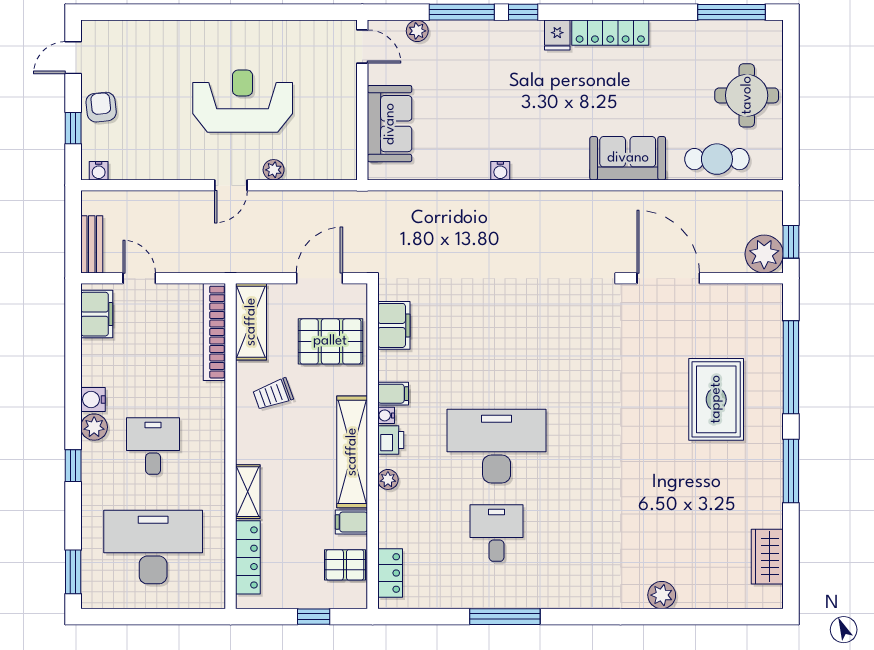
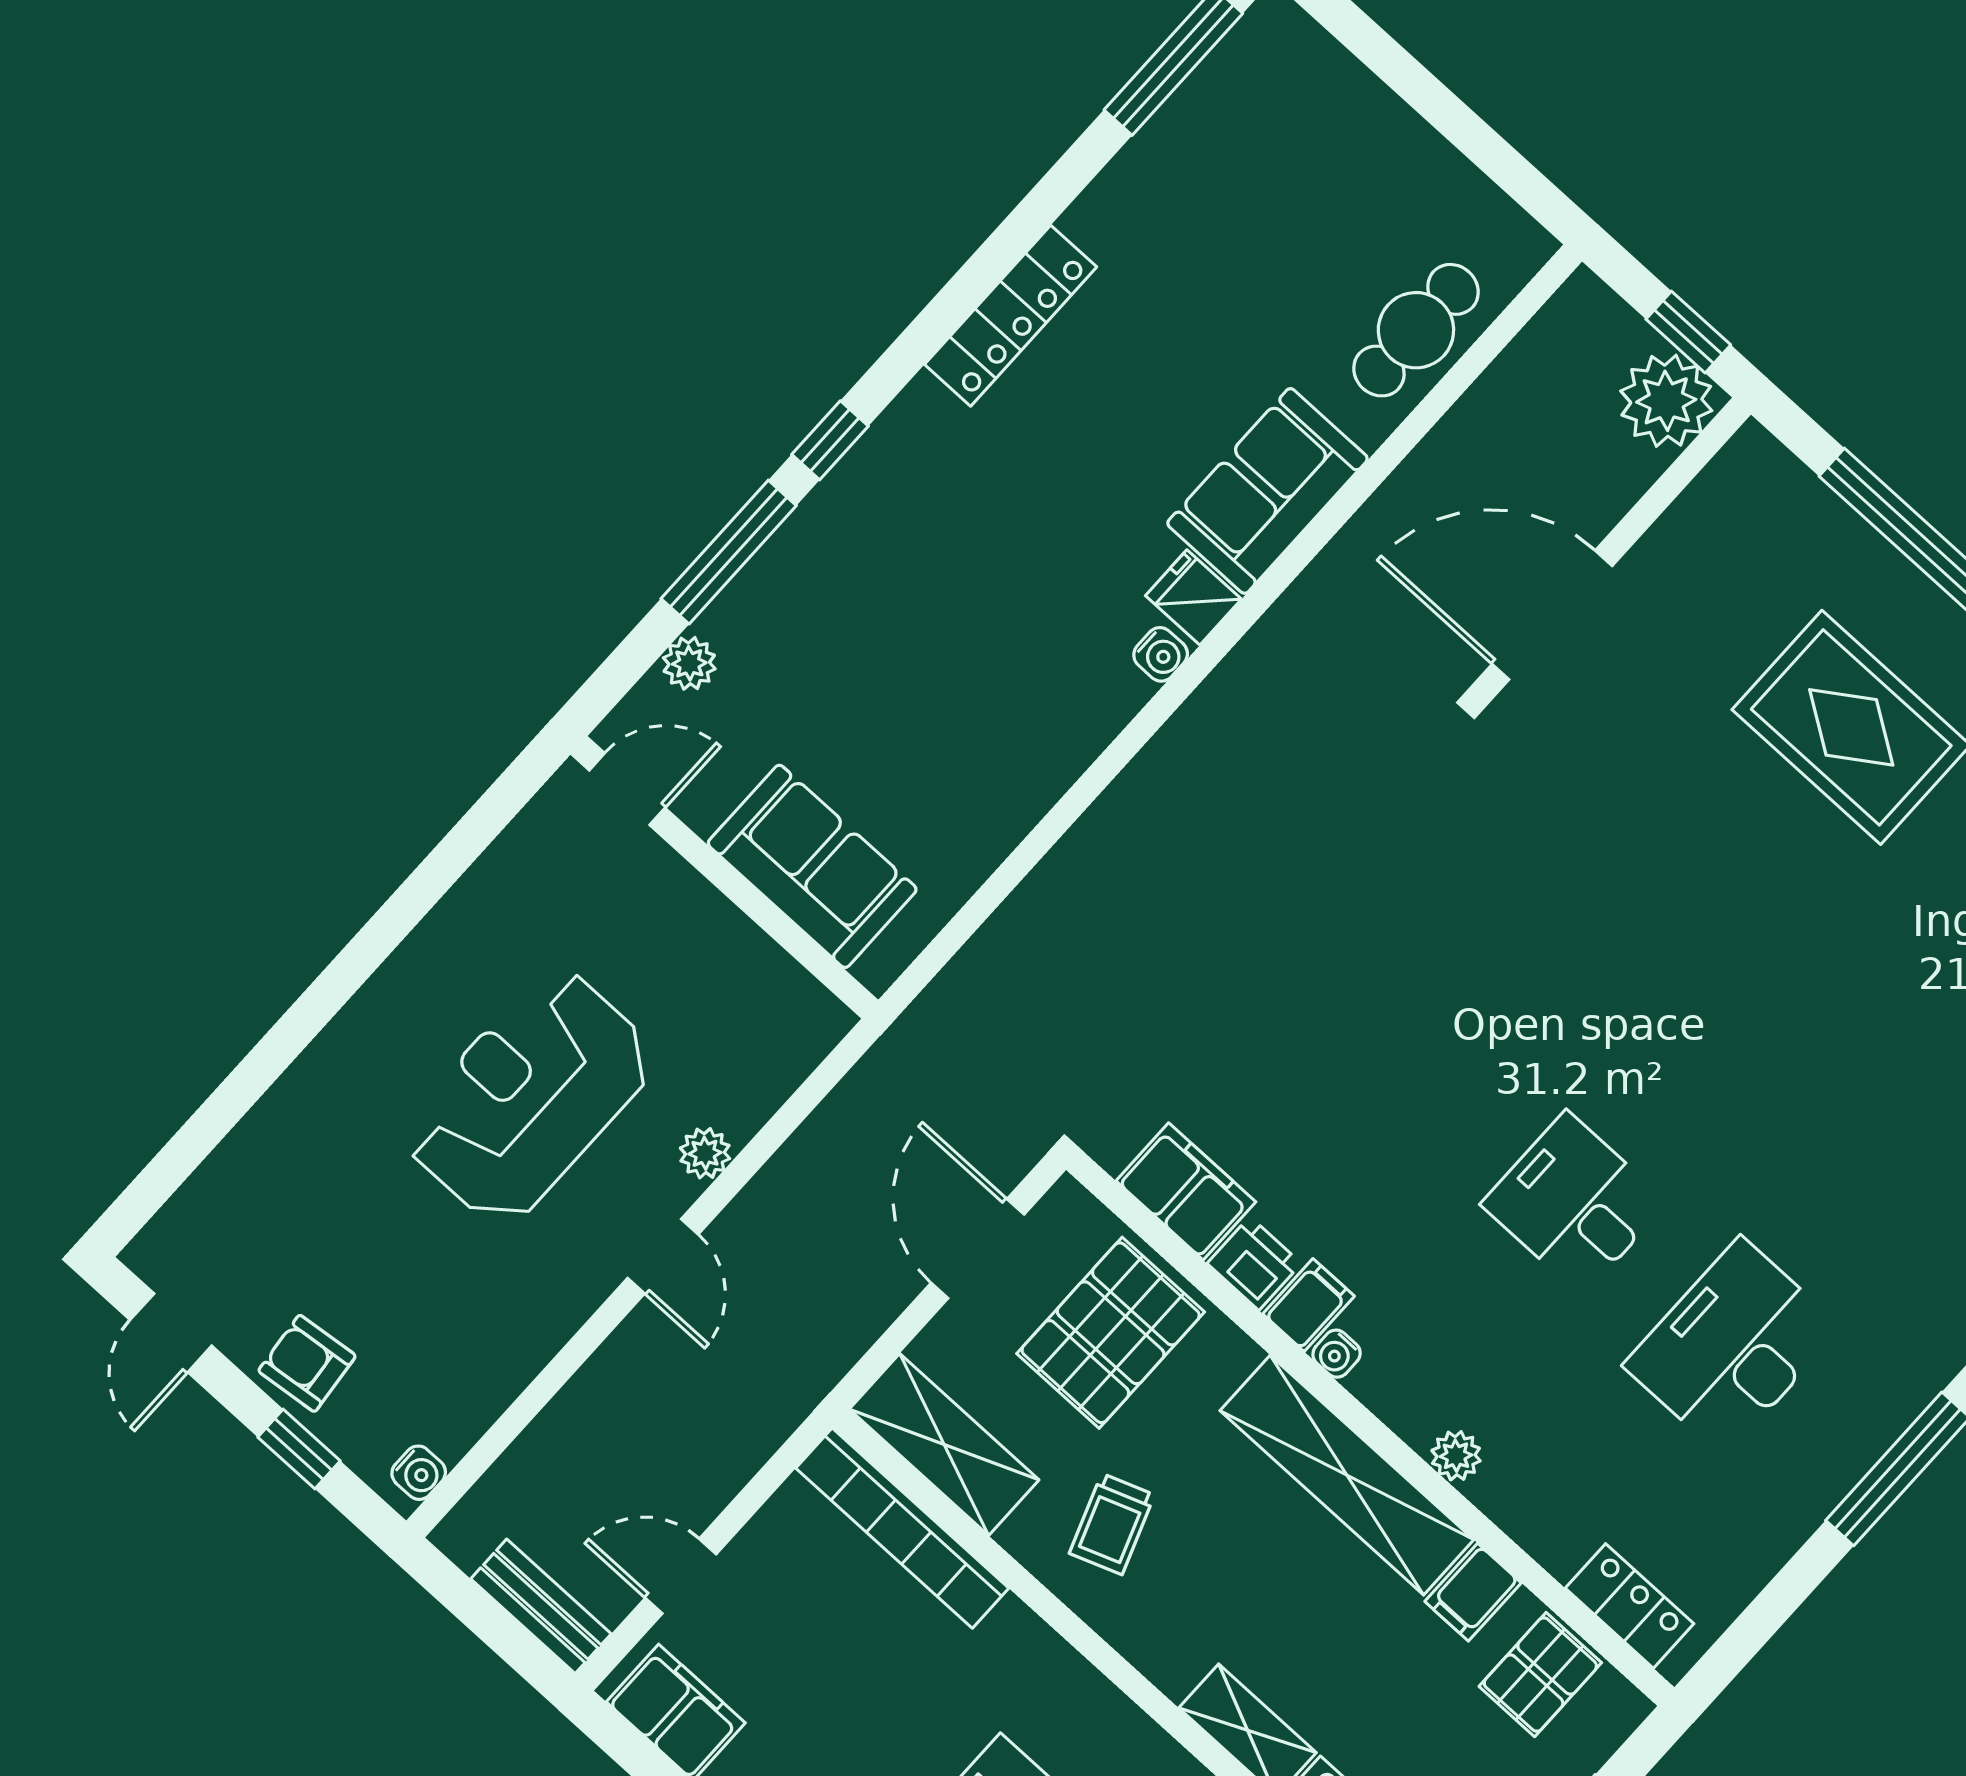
fridge: (557, 35) -> (1193, 597), moved, turned 180
round table: (747, 95) -> (1349, 171), removed
water cooler: (500, 171) -> (1161, 654), moved
printer: (391, 440) -> (1254, 1263), moved
desk: (497, 446) -> (1574, 1203), width x0.53, depth x0.77
desk: (497, 533) -> (1732, 1347), width x1.37

